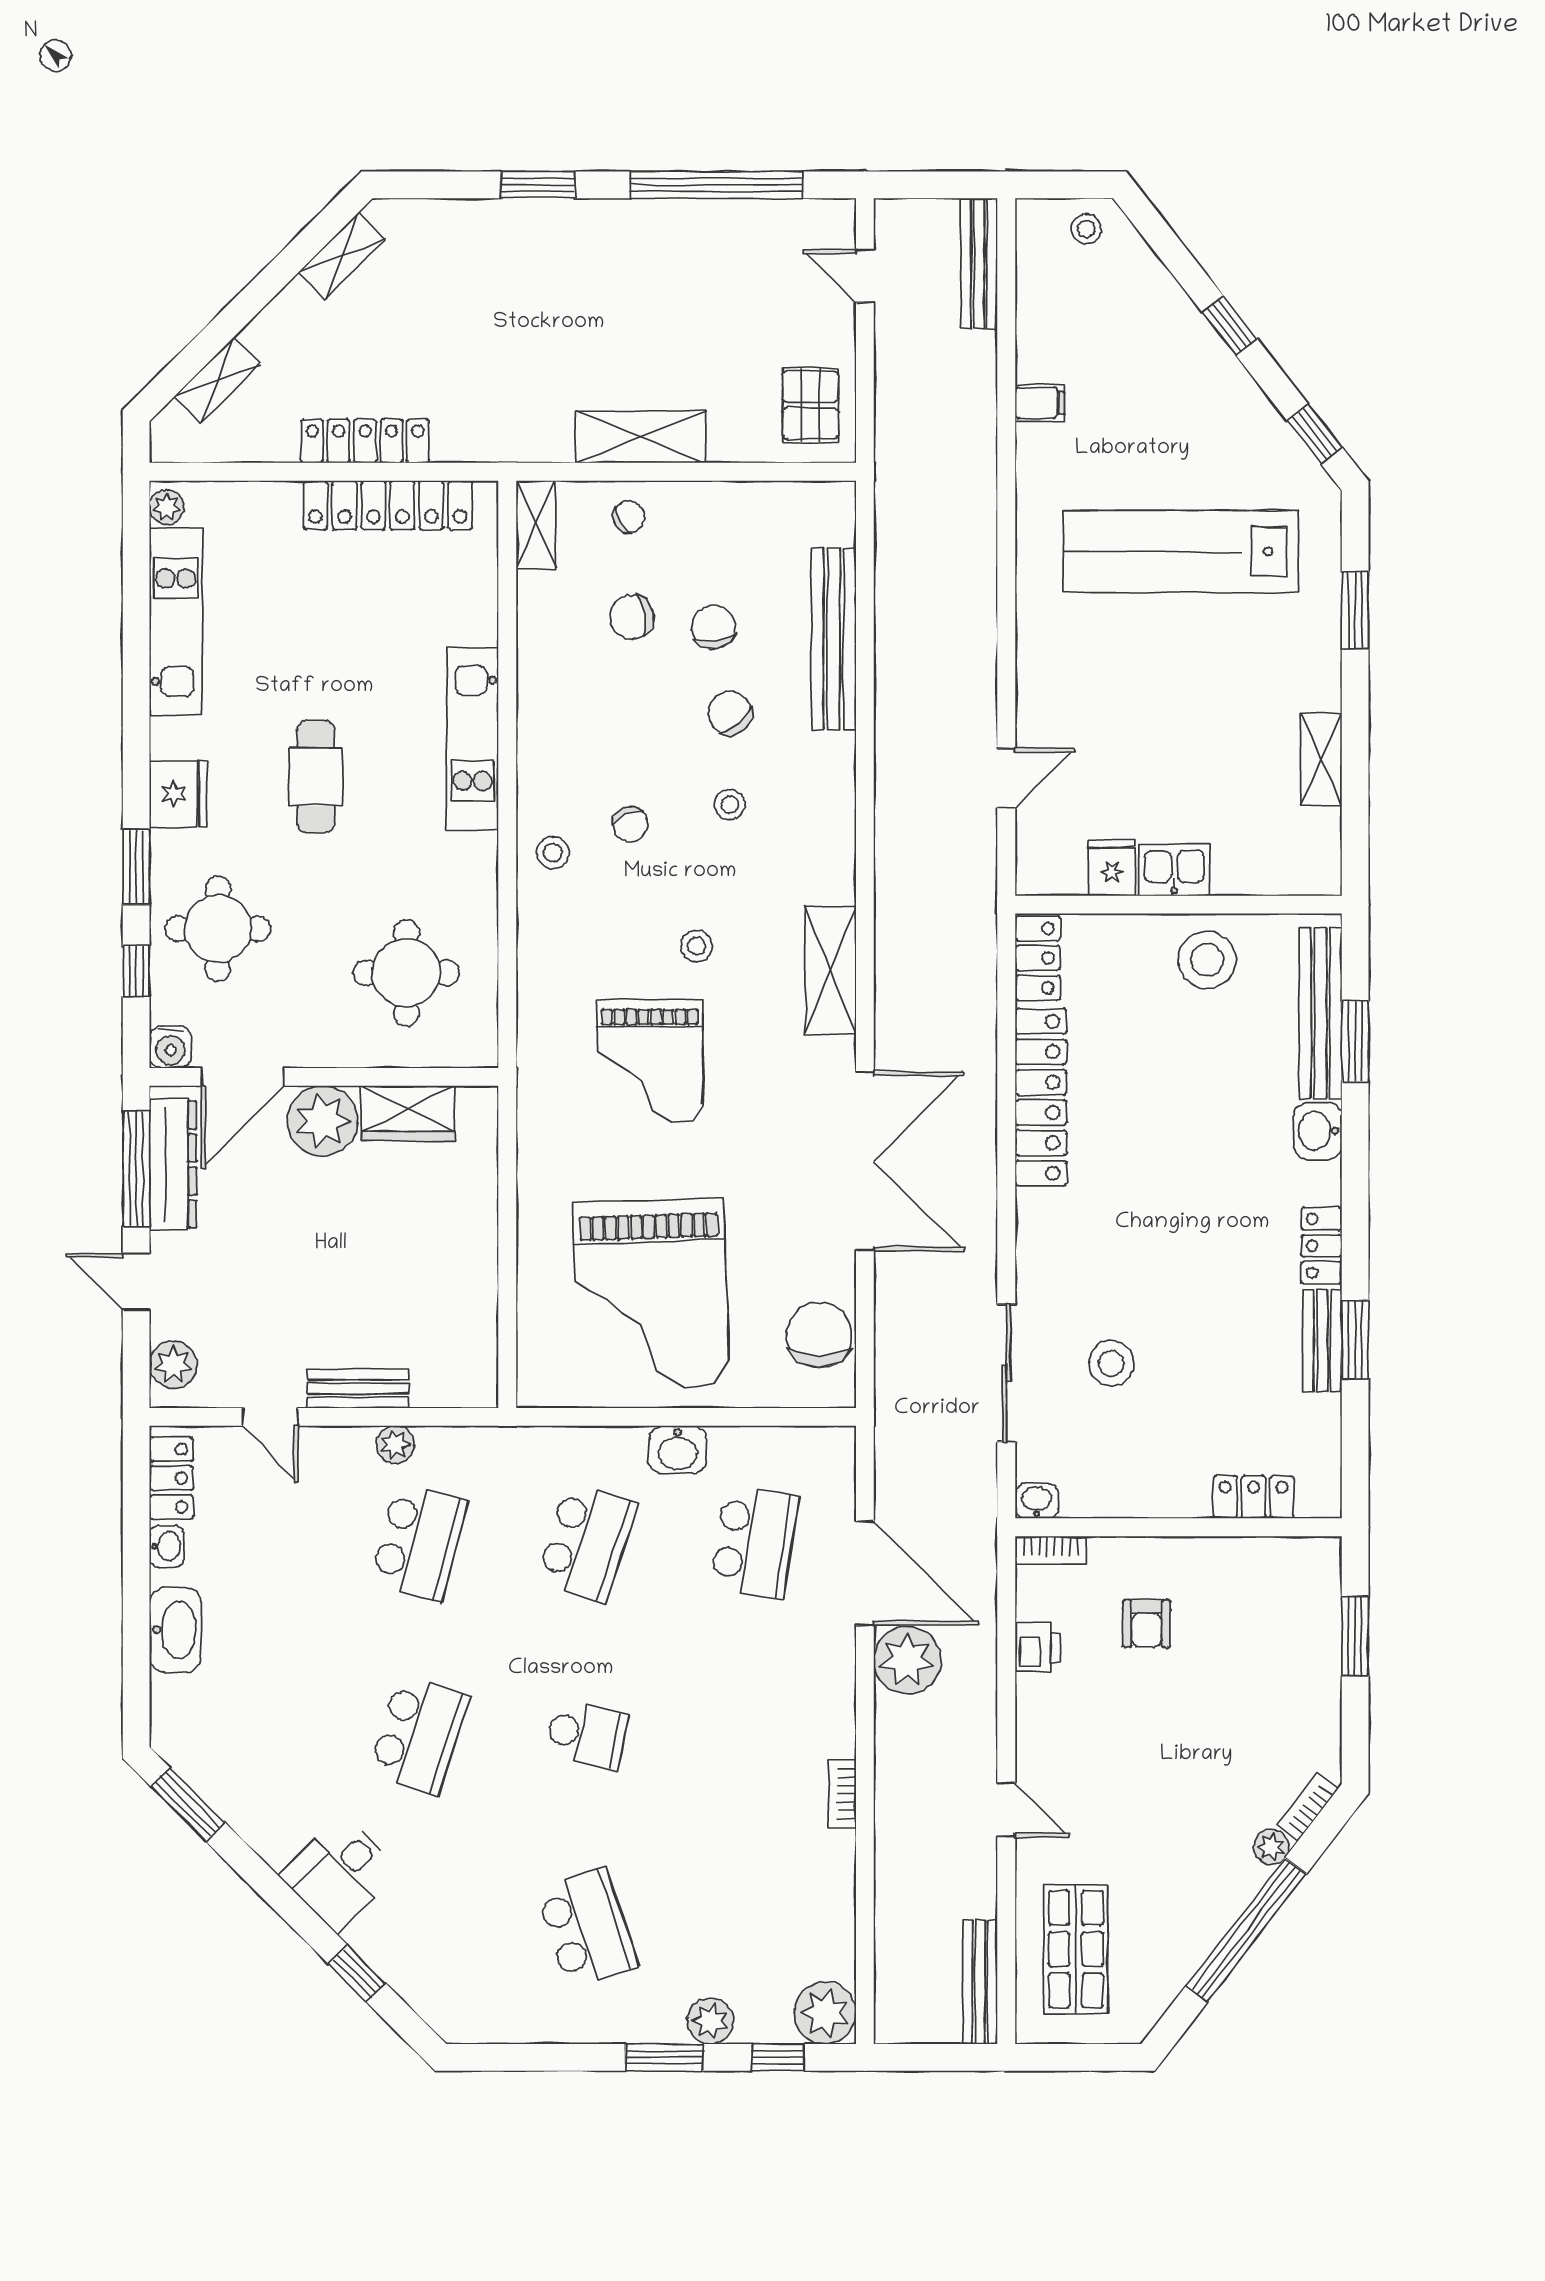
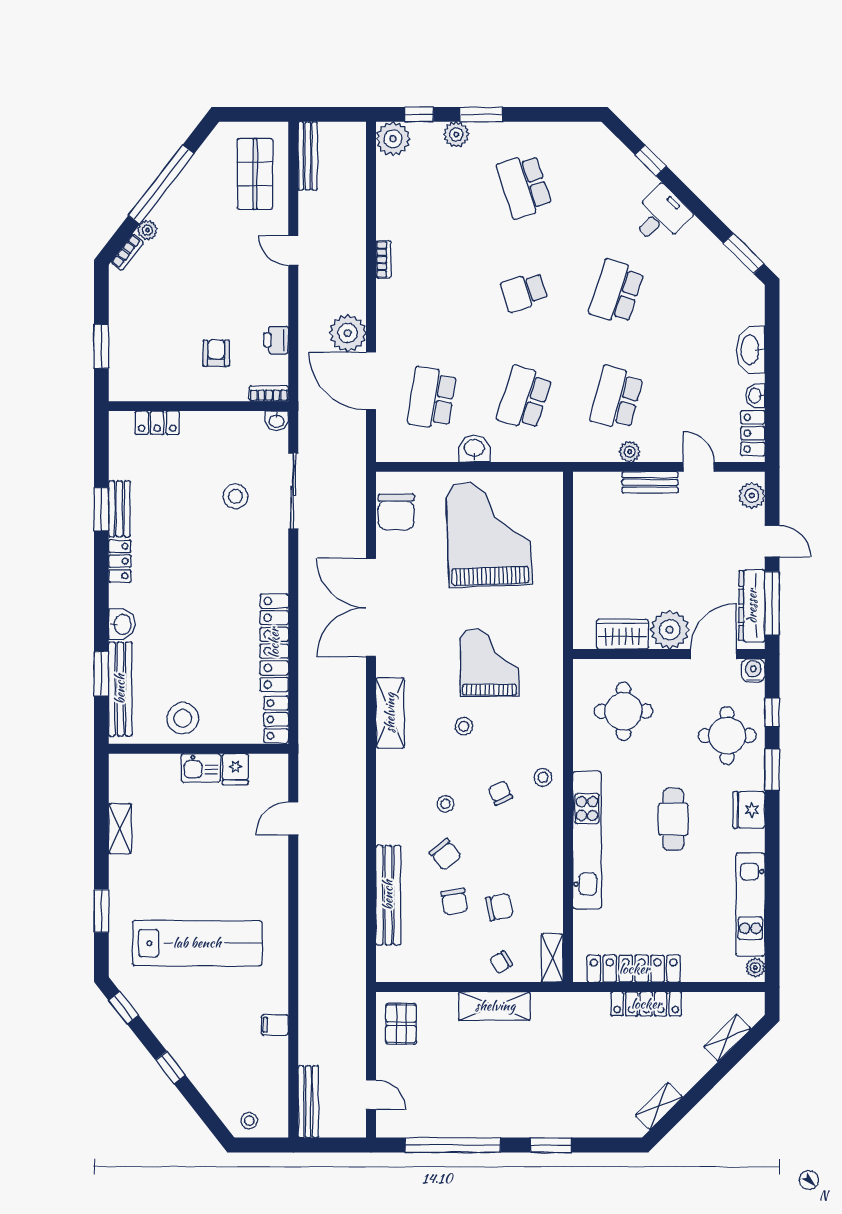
kitchen unit: (473, 739) -> (587, 840), width x1.36
school desk: (587, 1735) -> (524, 292), turned -30

